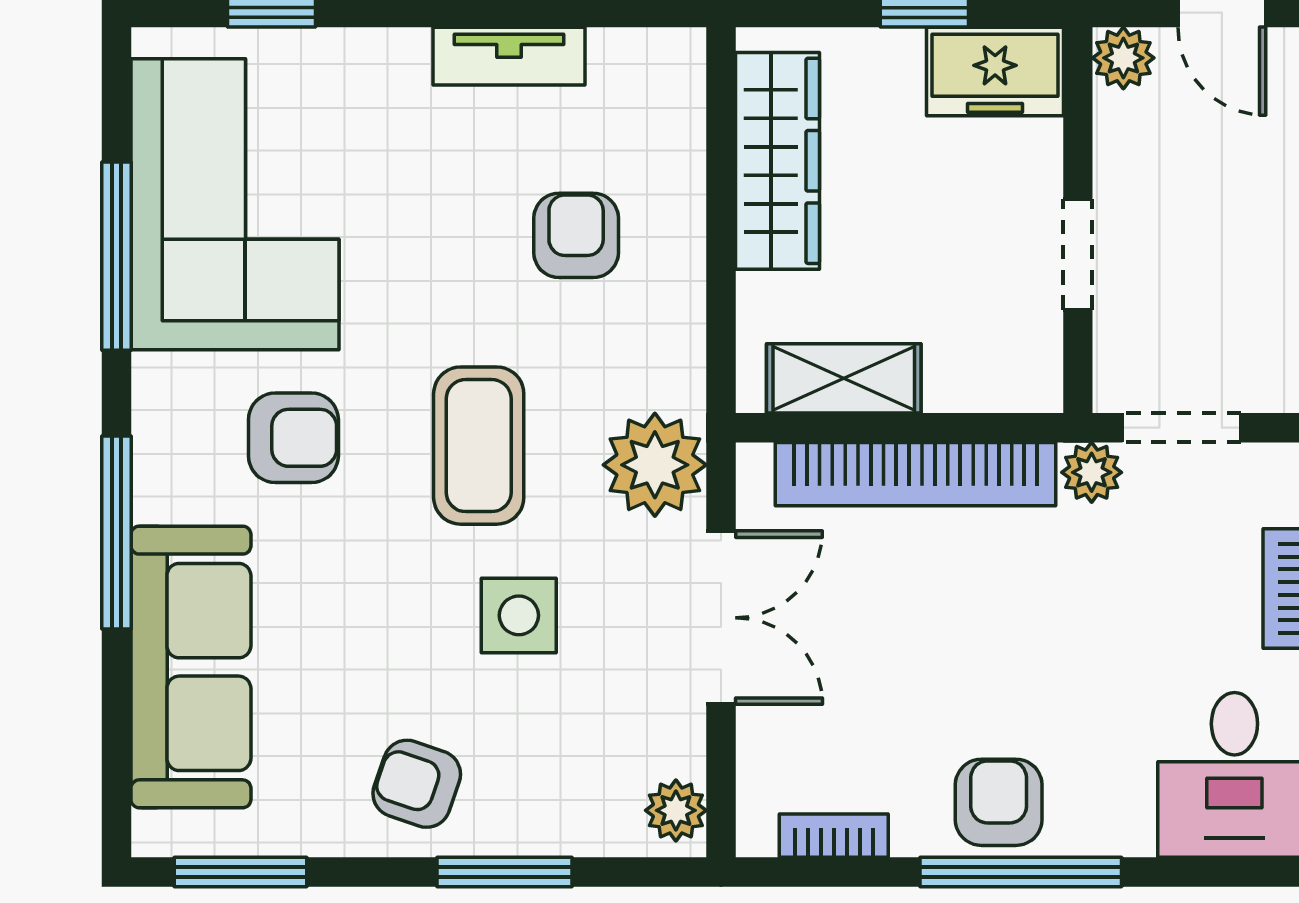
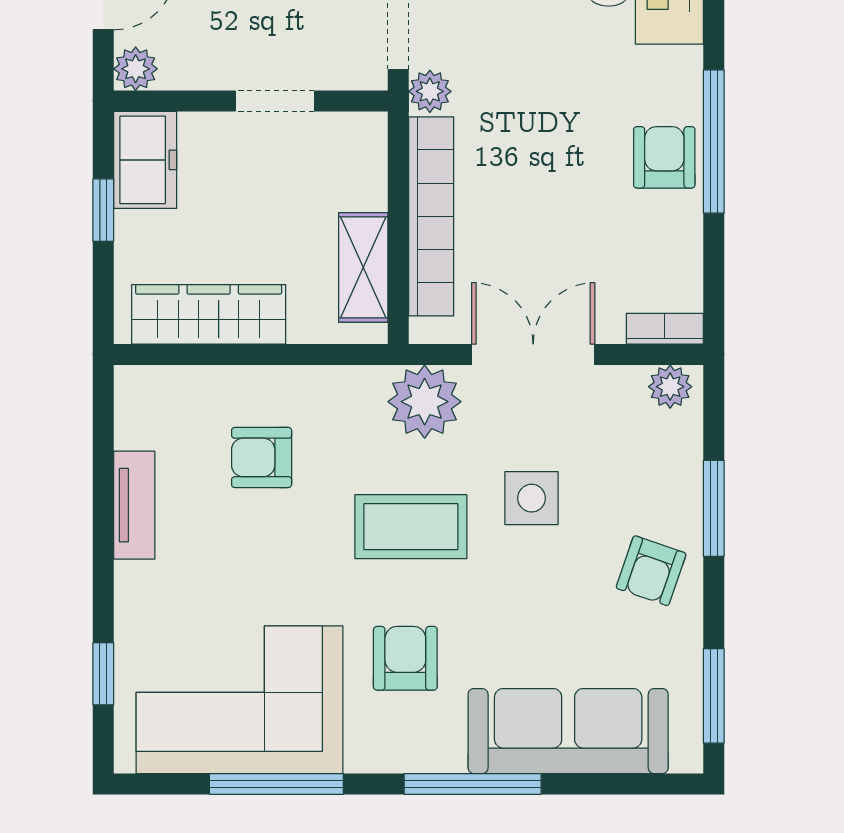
armchair: (999, 802) -> (664, 157), turned 90
bookcase: (834, 836) -> (665, 329), moved, turned 90

